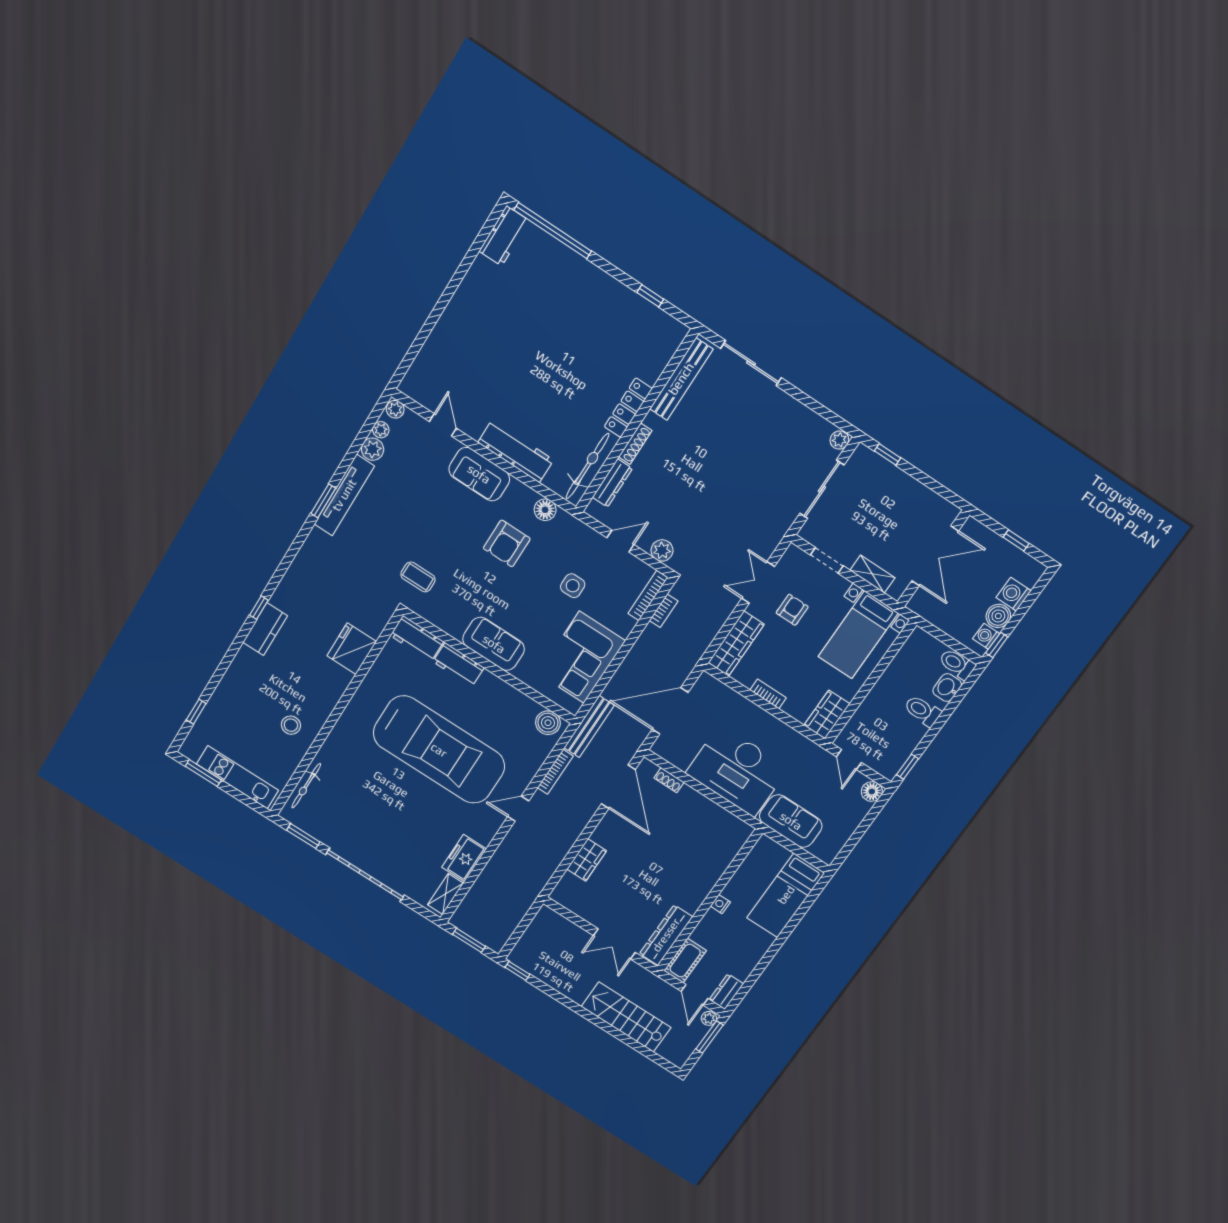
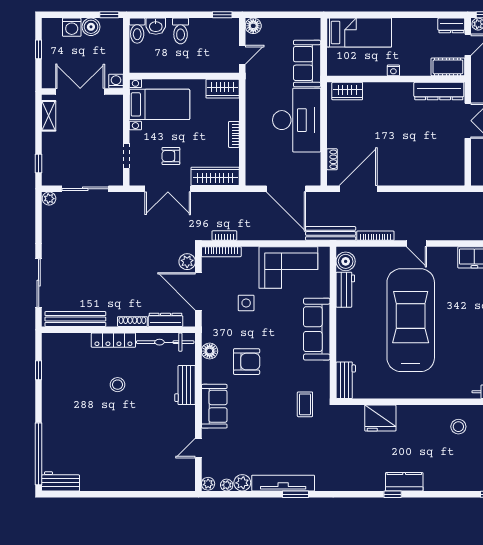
stool: (574, 379) -> (118, 385), added
workbench: (516, 451) -> (185, 385), width x0.73
door: (620, 541) -> (198, 291), width x1.87
shelving: (872, 574) -> (49, 116), moved
double door: (758, 582) -> (168, 189), width x1.37
washing machine: (986, 636) -> (116, 81), moved, turned 180
sofa: (494, 644) -> (317, 329), width x1.36
workbench: (459, 665) -> (345, 290), moved
wardrobe: (587, 860) -> (347, 91), moved, turned 180

